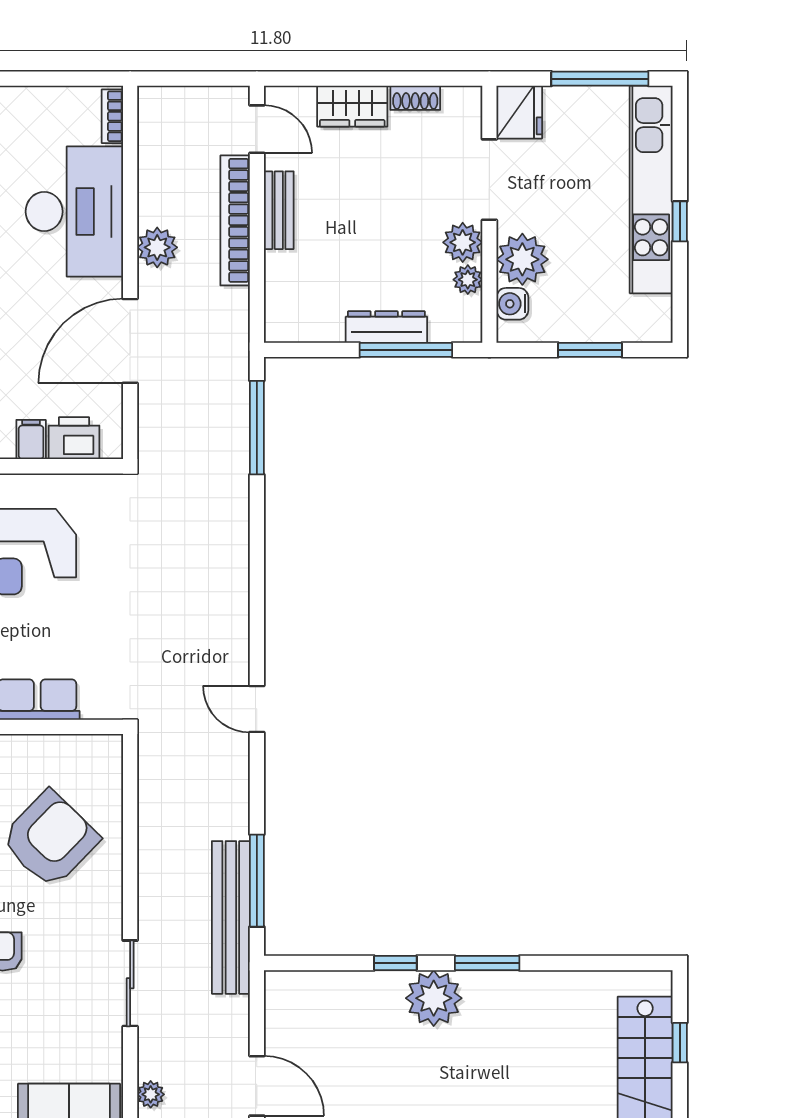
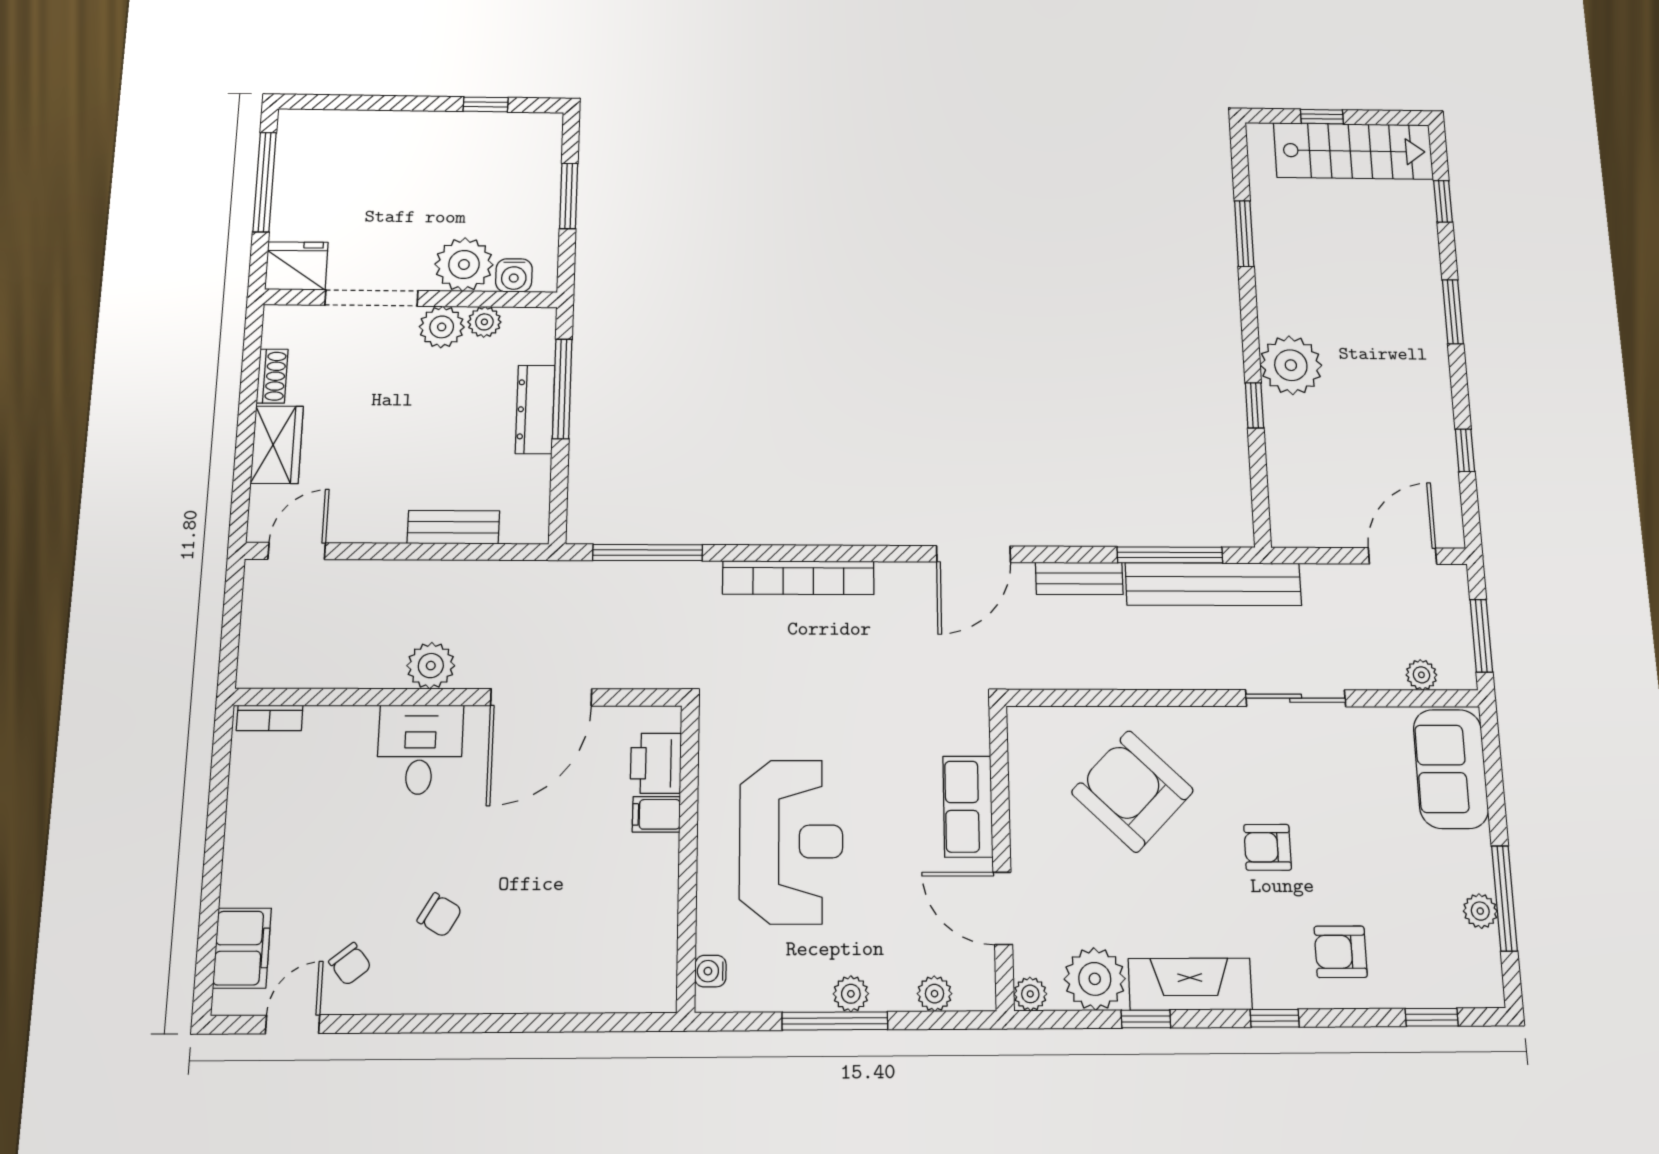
kitchen unit: (651, 190) -> (393, 132), removed
bench: (279, 210) -> (453, 527), moved
desk: (74, 212) -> (420, 750), width x0.53, depth x0.77
bookcase: (235, 220) -> (798, 578), moved
window: (680, 221) -> (486, 104), moved
door: (130, 341) -> (541, 697), hinge flipped
door: (257, 709) -> (974, 554), width x1.38
bench: (235, 800) -> (1079, 578), added
window: (487, 963) -> (1244, 234), moved

